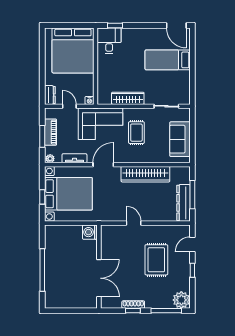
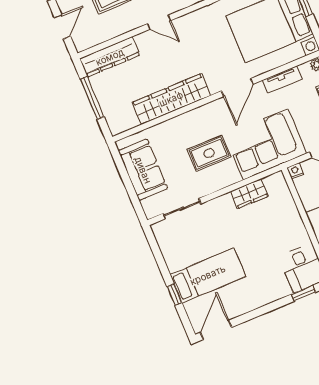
door: (176, 25) -> (216, 330), hinge flipped
window: (192, 57) -> (174, 295), added
wardrobe: (128, 98) -> (249, 194), width x0.67
rug: (136, 133) -> (209, 153), turned 90
dresser: (183, 203) -> (110, 57), moved, turned 90

